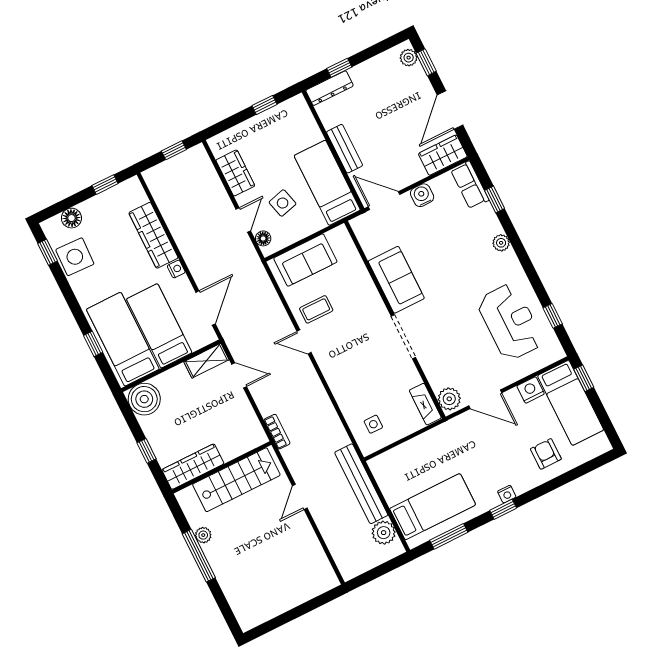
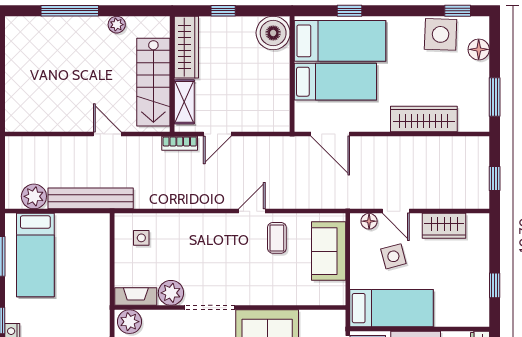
window: (105, 185) -> (495, 97), width x1.50
nightstand: (176, 269) -> (381, 125), removed
shelving: (206, 361) -> (184, 102), moved
door: (239, 375) -> (217, 134), moved
plant: (407, 376) -> (171, 293), added
window: (199, 556) -> (70, 11), moved

